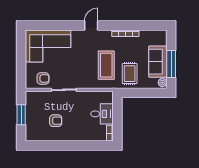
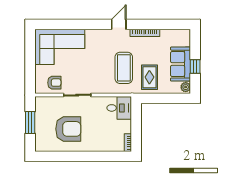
door: (91, 26) -> (119, 24), moved
window: (171, 64) -> (195, 67), width x0.46
desk: (102, 114) -> (119, 108), moved
armchair: (56, 121) -> (68, 129), width x1.88, depth x1.88

